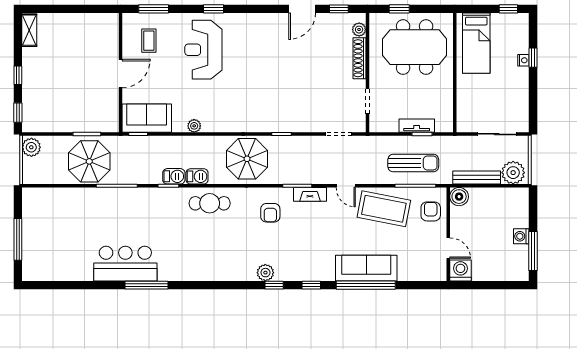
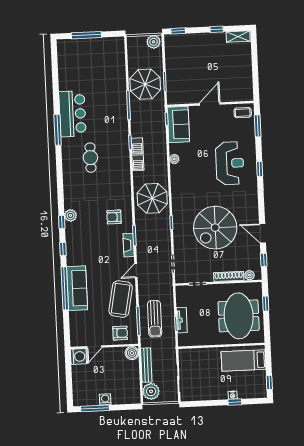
coffee table: (149, 41) -> (243, 113), moved
reception desk: (203, 50) -> (230, 163), turned 90
door: (120, 74) -> (210, 104), swing flipped
spiral stairs: (291, 74) -> (215, 228), added
window: (18, 75) -> (217, 29), moved
cafe table: (210, 203) -> (90, 158), moved

